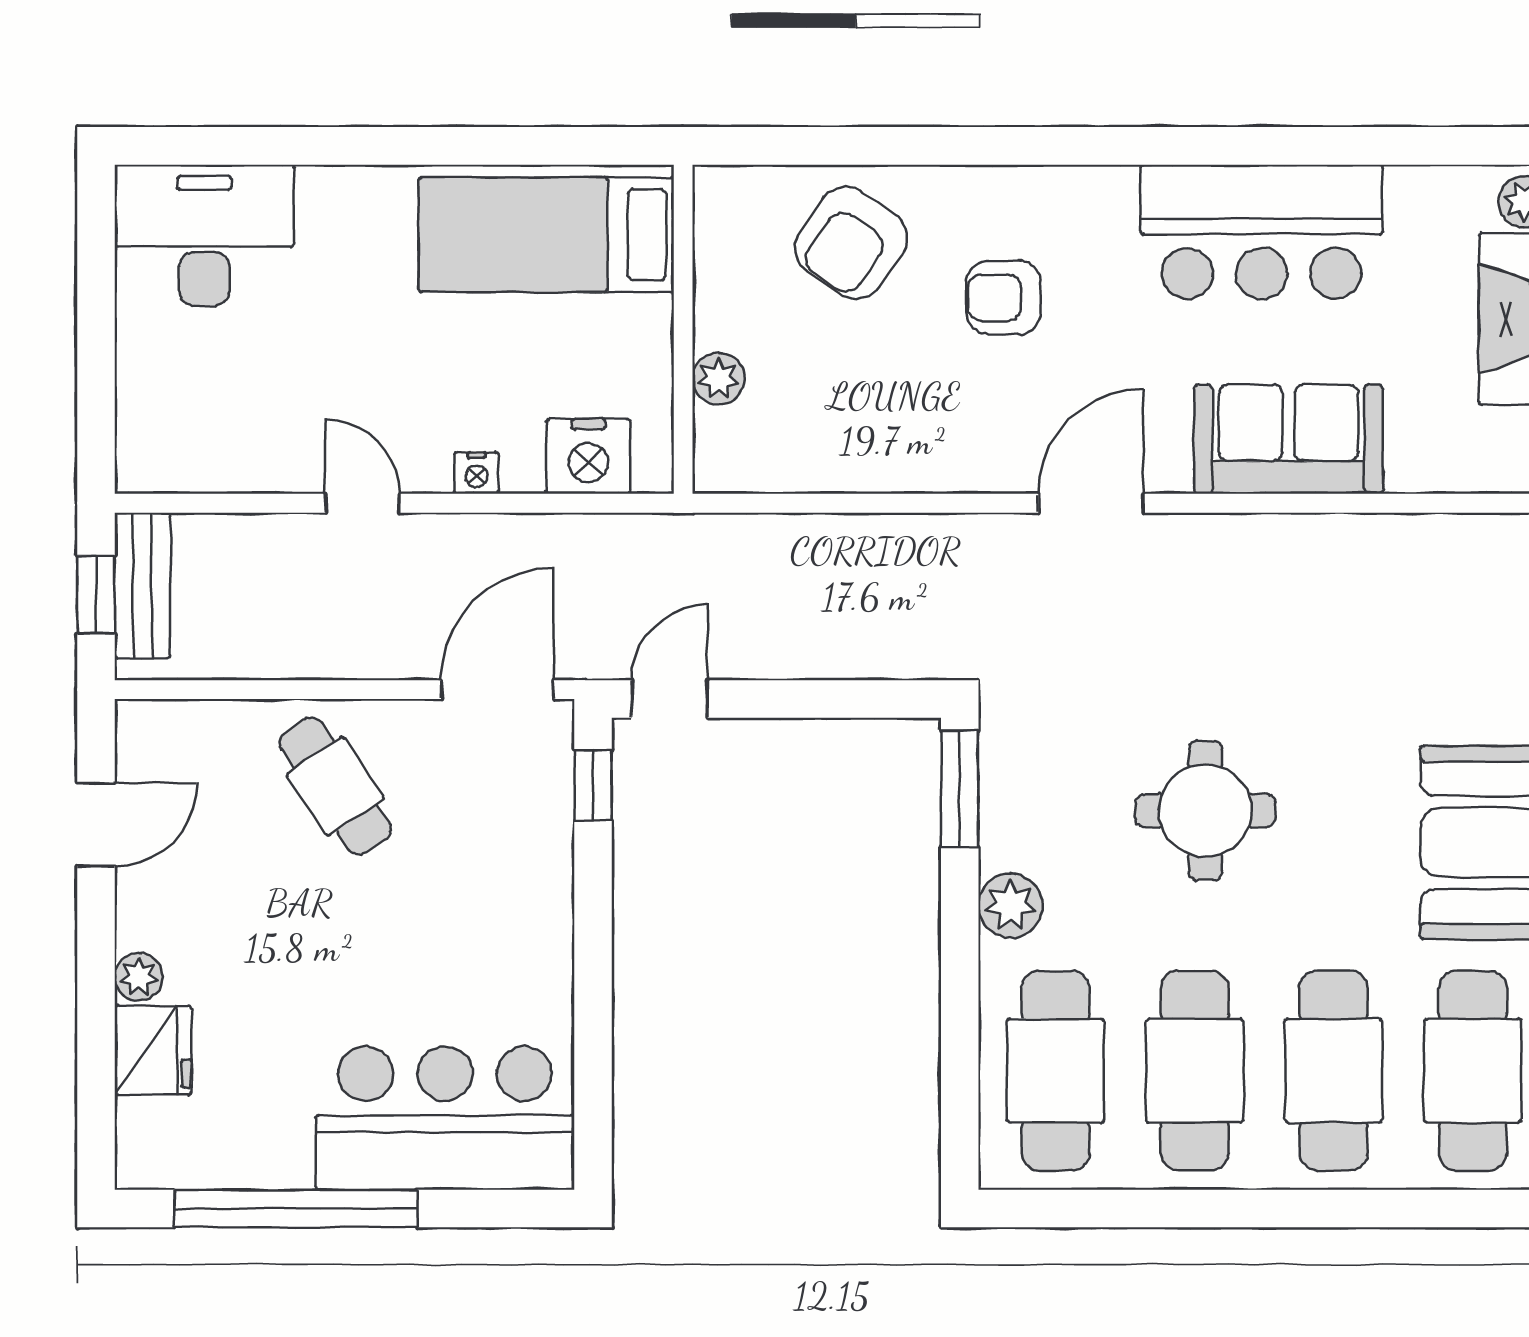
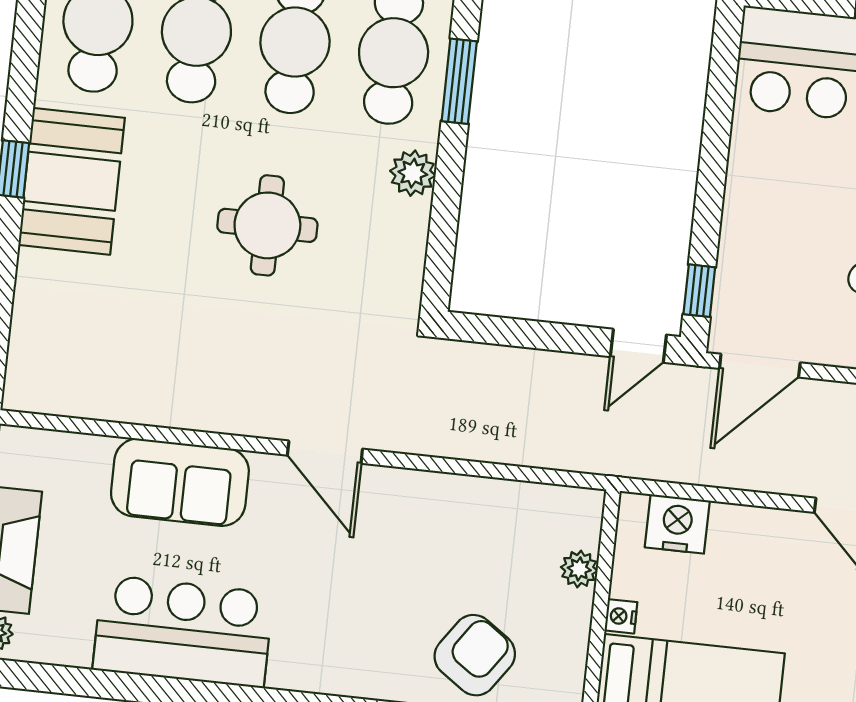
armchair: (1003, 298) -> (371, 605), removed
nightstand: (477, 473) -> (621, 616), moved, turned -90
door: (1091, 503) -> (325, 452), hinge flipped
window: (960, 789) -> (459, 81), moved

